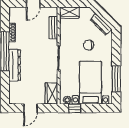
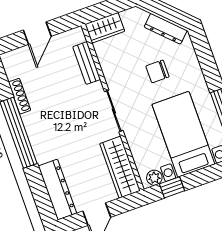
dresser: (15, 65) -> (57, 189), moved
wardrobe: (51, 93) -> (120, 167), width x1.50

